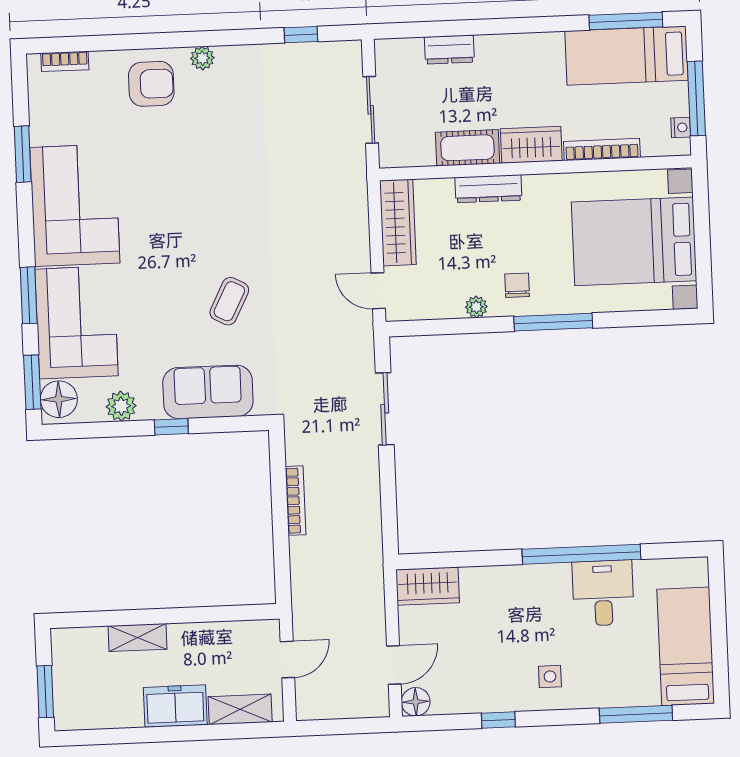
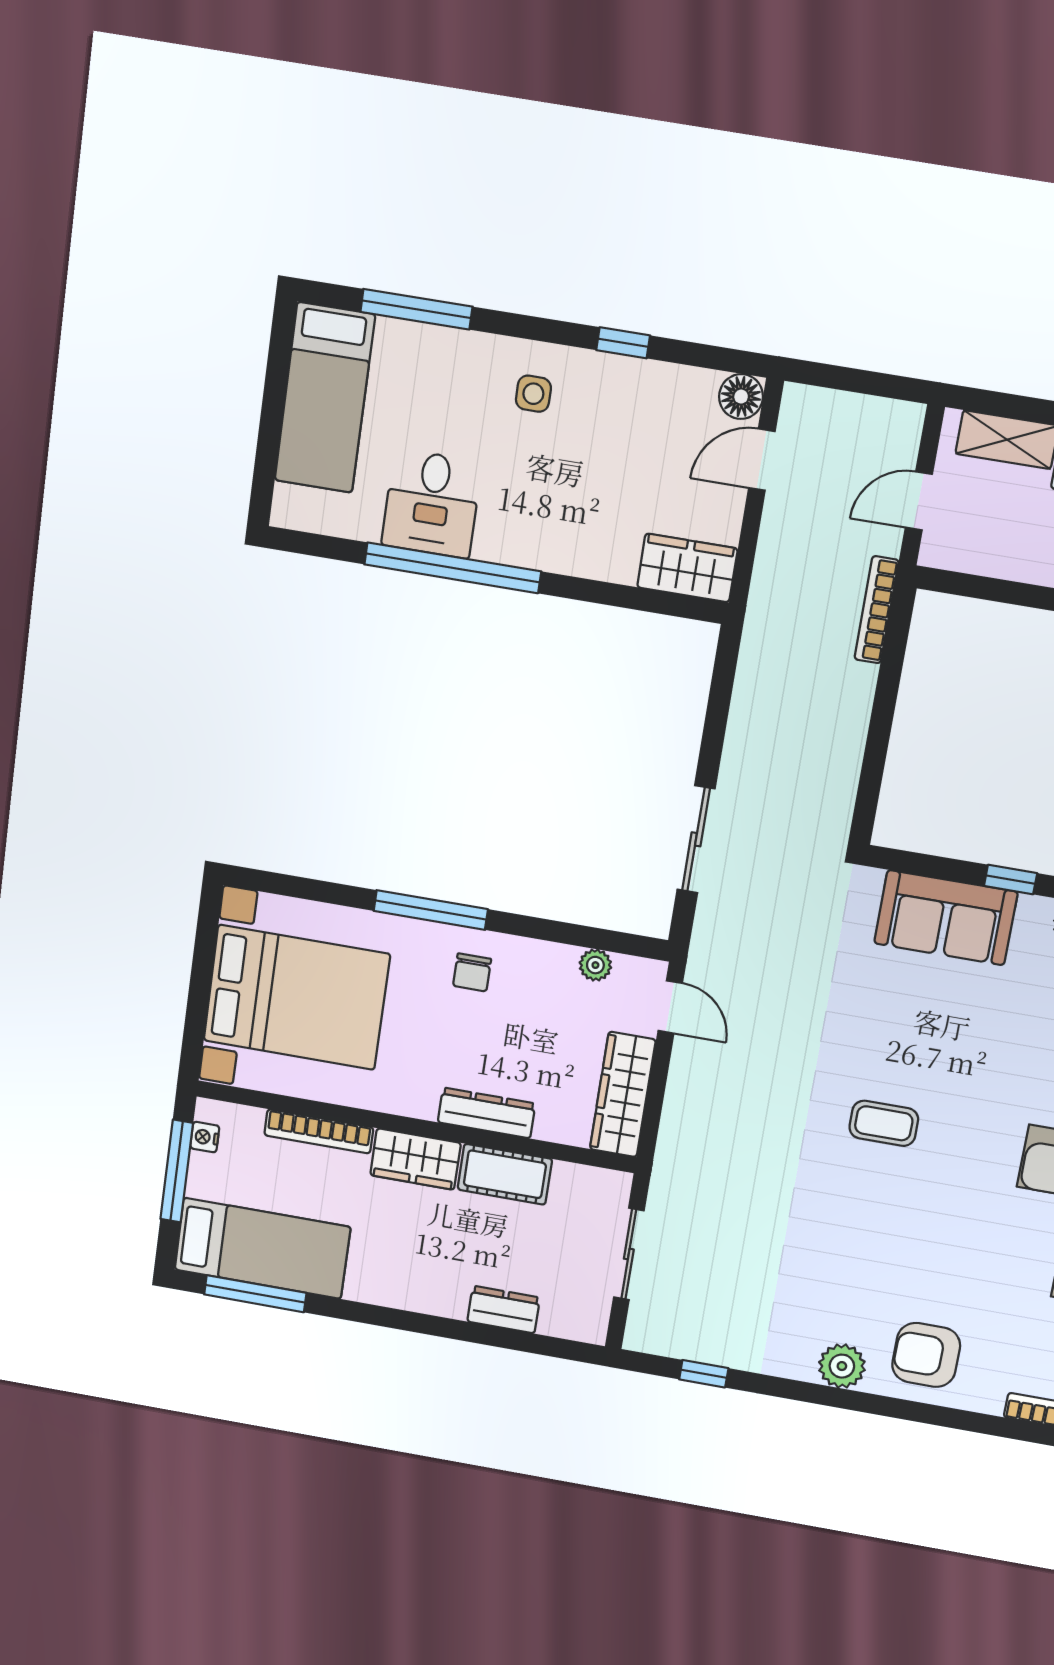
plant: (202, 58) -> (842, 1366), width x1.38, depth x1.38
coffee table: (229, 301) -> (884, 1123), moved, turned 63
plant: (476, 307) -> (595, 965), moved
bookcase: (295, 501) -> (877, 610), moved

